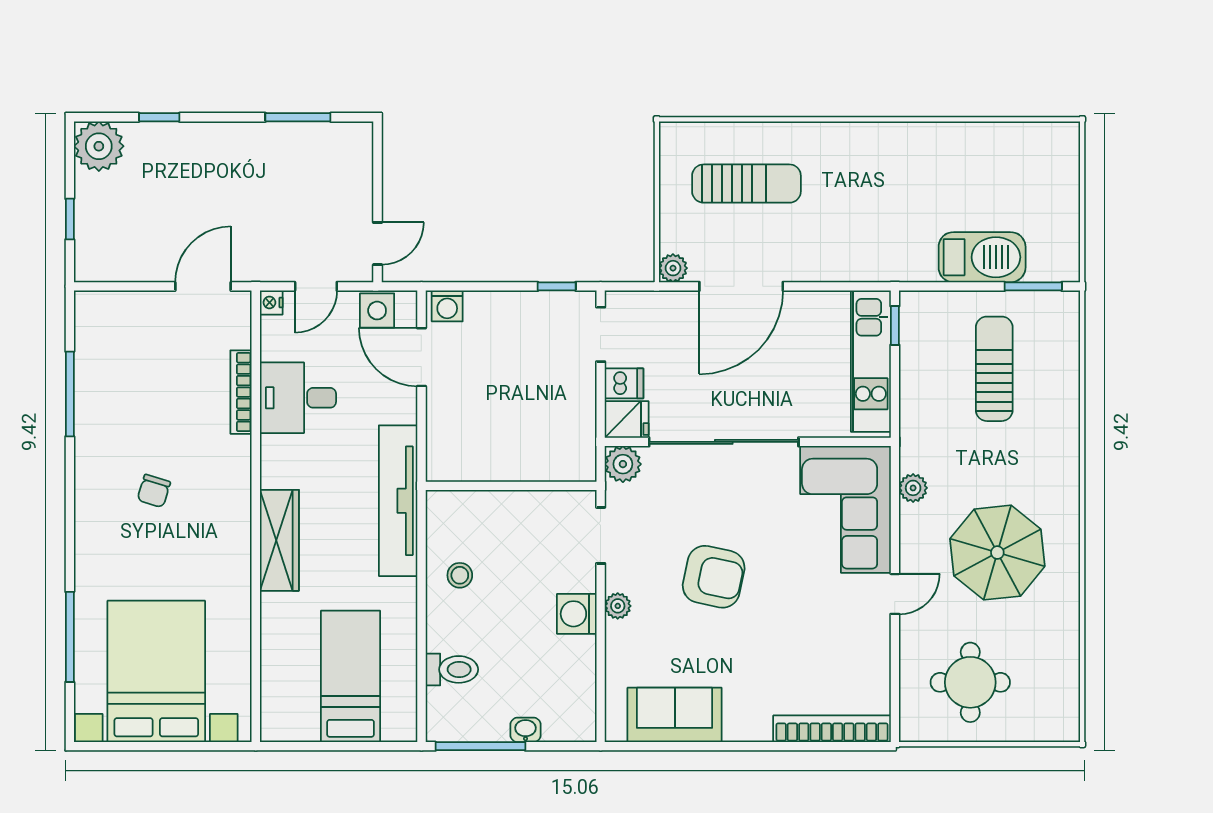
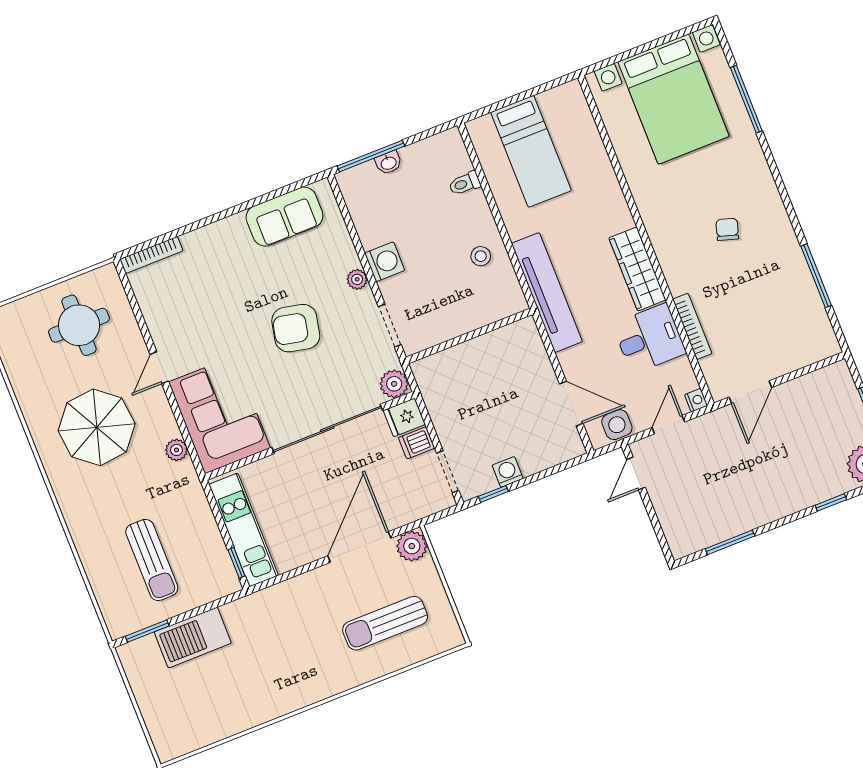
plant: (673, 268) -> (412, 546), width x1.38, depth x1.38
washing machine: (447, 306) -> (508, 472), moved
wardrobe: (279, 540) -> (637, 269), moved
toilet: (452, 669) -> (465, 183), width x0.73, depth x0.72
bookcase: (832, 729) -> (151, 255), width x0.68, depth x0.76
window: (480, 746) -> (371, 156), moved

